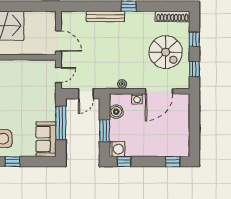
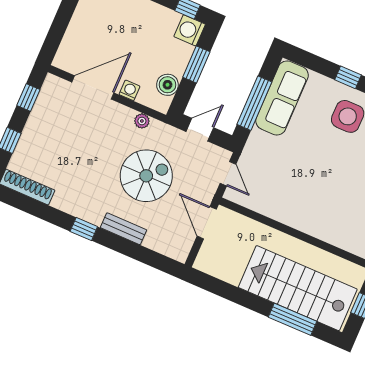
bench: (106, 16) -> (124, 229), width x0.73
spiral stairs: (166, 52) -> (146, 176), moved, turned 90
door: (58, 75) -> (228, 174), swing flipped
sofa: (46, 139) -> (282, 98), width x1.36

